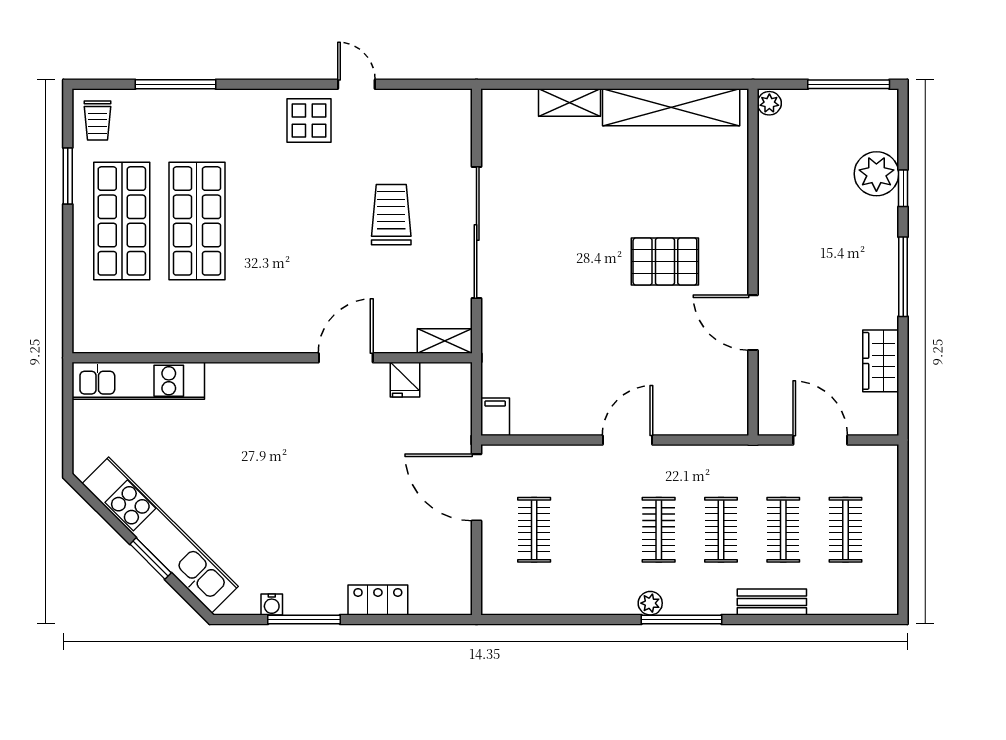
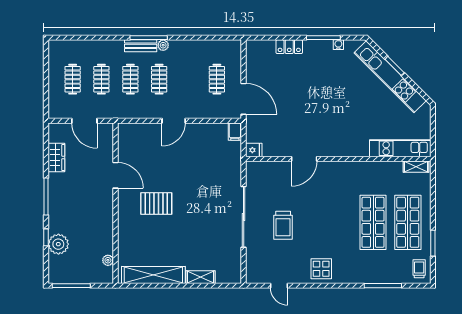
door: (356, 84) -> (279, 286), moved
plant: (769, 103) -> (108, 260), moved
shelving: (445, 341) -> (416, 167), moved
fridge: (405, 380) -> (254, 150), moved, turned 90
bench: (772, 602) -> (141, 46), moved

